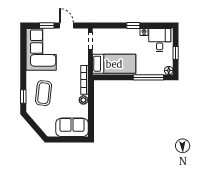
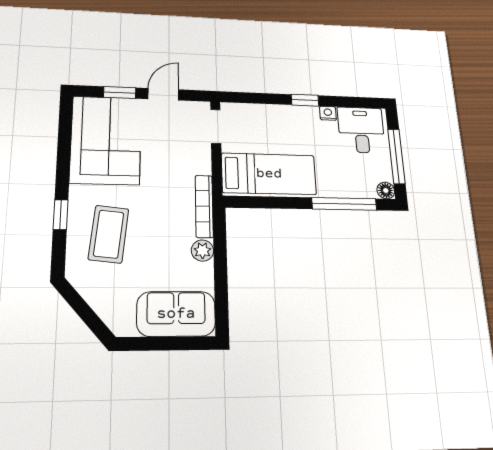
door: (66, 26) -> (163, 94), hinge flipped
window: (176, 53) -> (396, 156), width x2.17
window: (23, 96) -> (61, 215), moved

